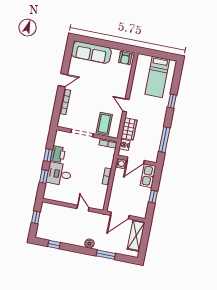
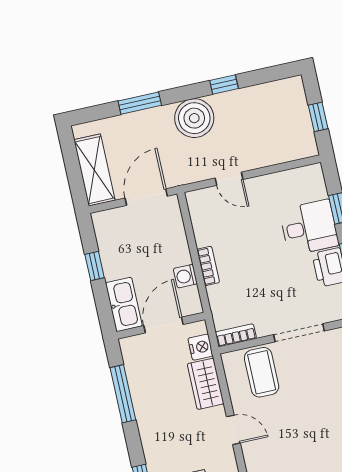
washing machine: (121, 163) -> (185, 276), moved
window: (54, 244) -> (224, 85), moved
boiler: (89, 244) -> (194, 118), width x1.86, depth x1.86

